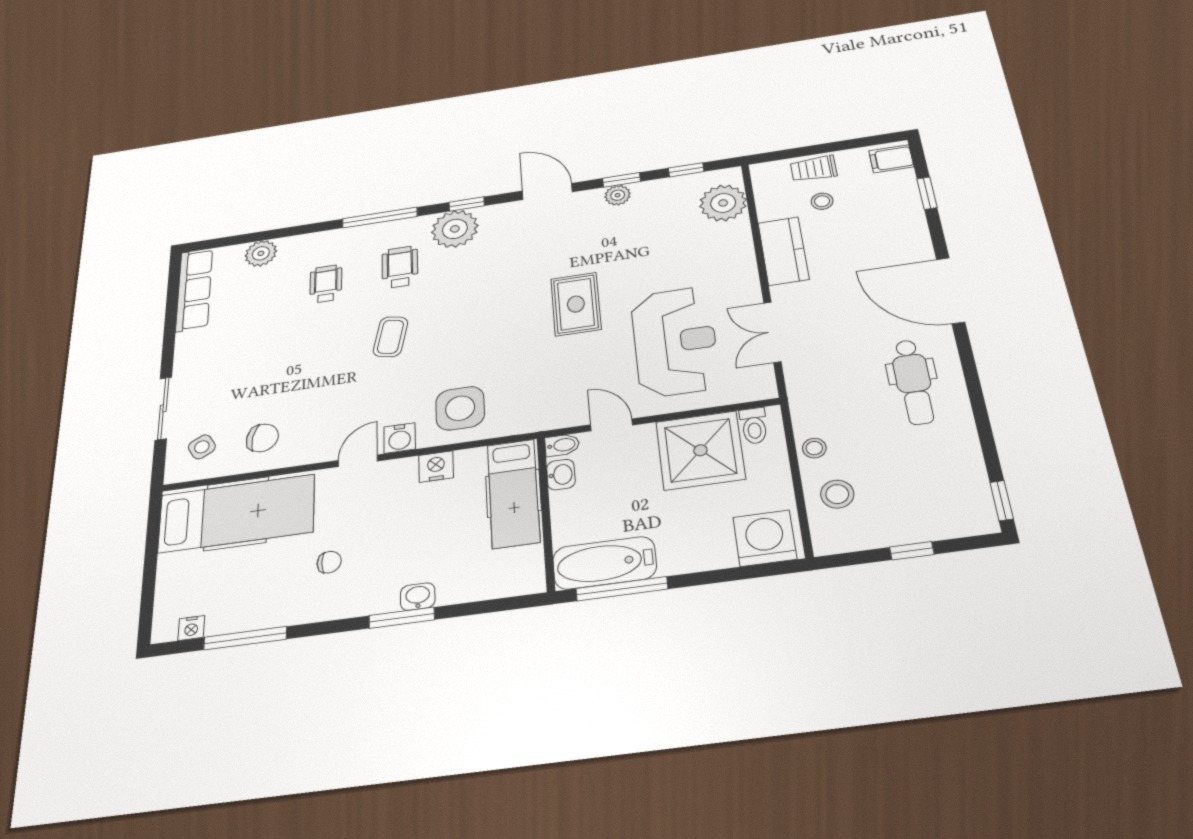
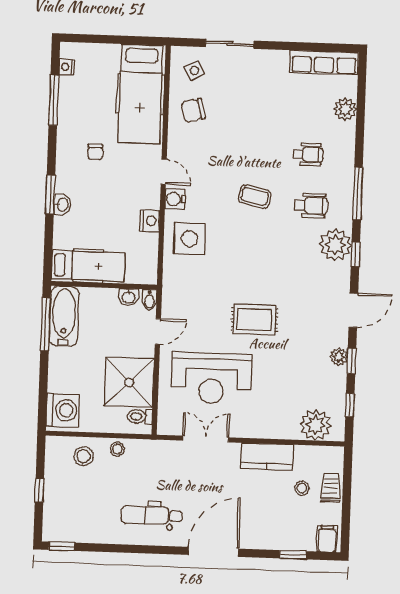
chair: (262, 438) -> (193, 110), turned 65
hospital bed: (513, 493) -> (88, 266), moved, turned 180

